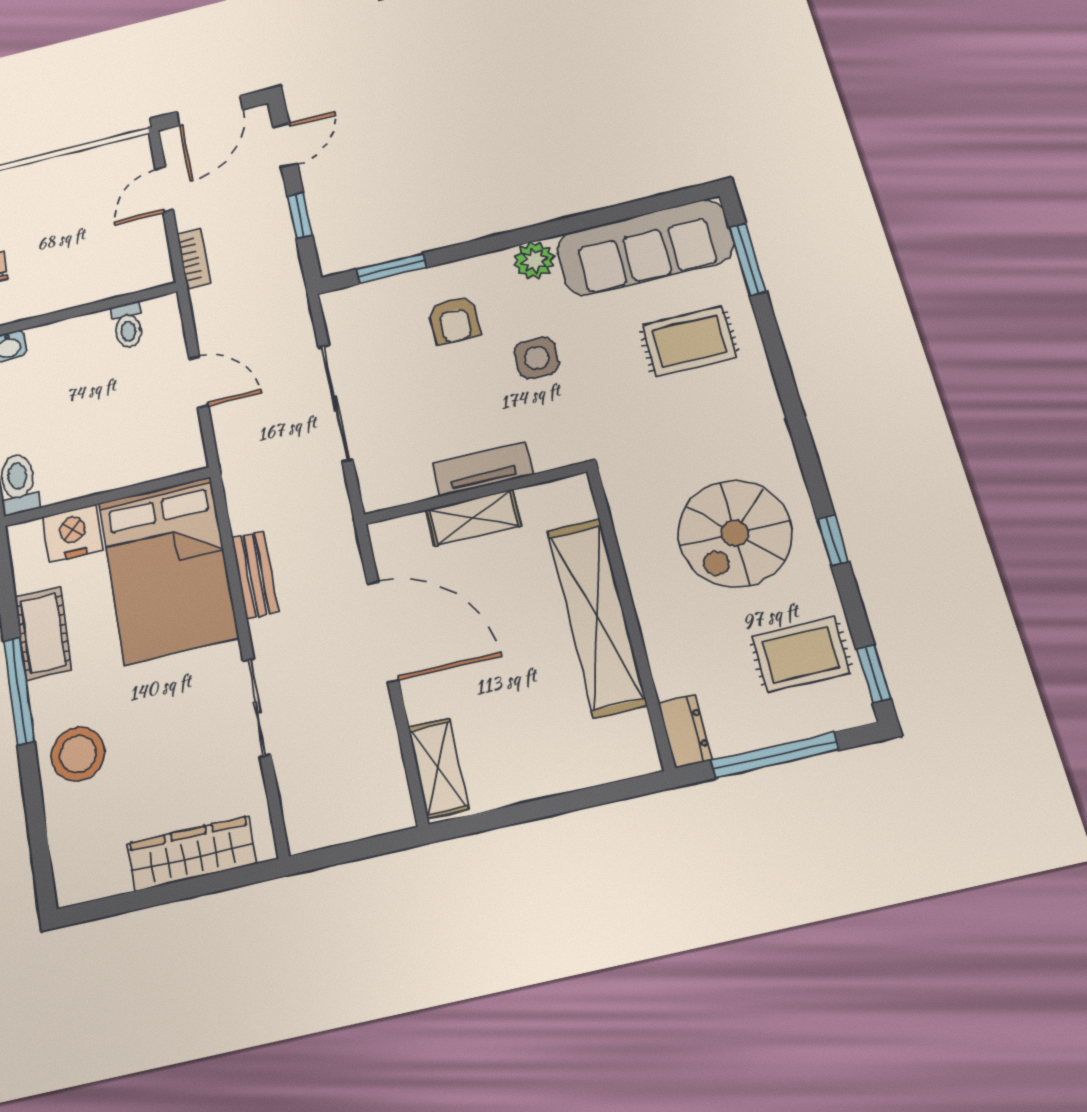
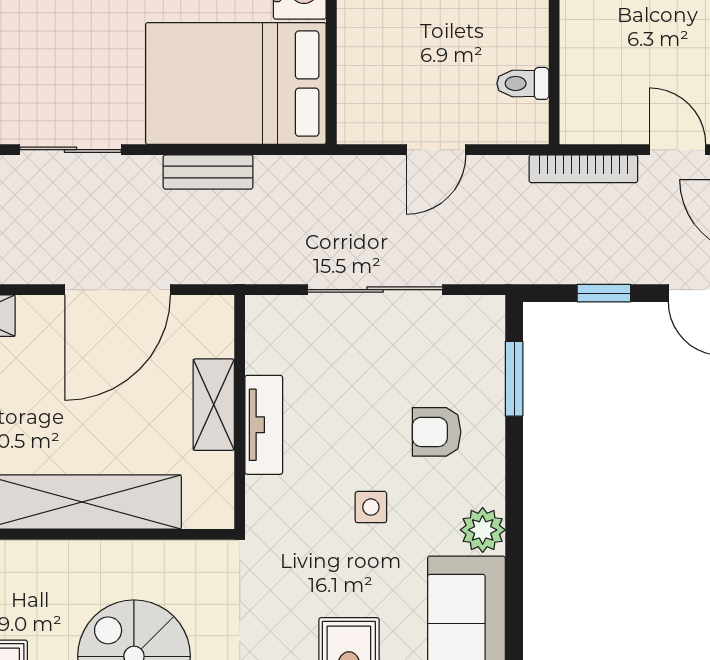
bookcase: (194, 259) -> (583, 169), width x1.56
side table: (537, 358) -> (371, 507), width x0.73, depth x0.73

